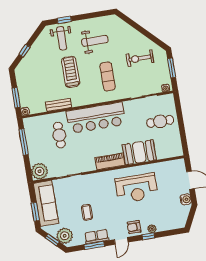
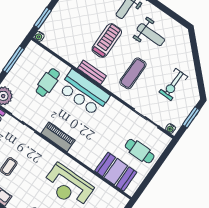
exercise bike: (140, 58) -> (173, 84), turned -90
bench: (59, 105) -> (92, 72), moved
bar counter: (96, 118) -> (84, 93), width x0.73
booth: (139, 152) -> (116, 172), moved
piano: (110, 161) -> (58, 137), moved

